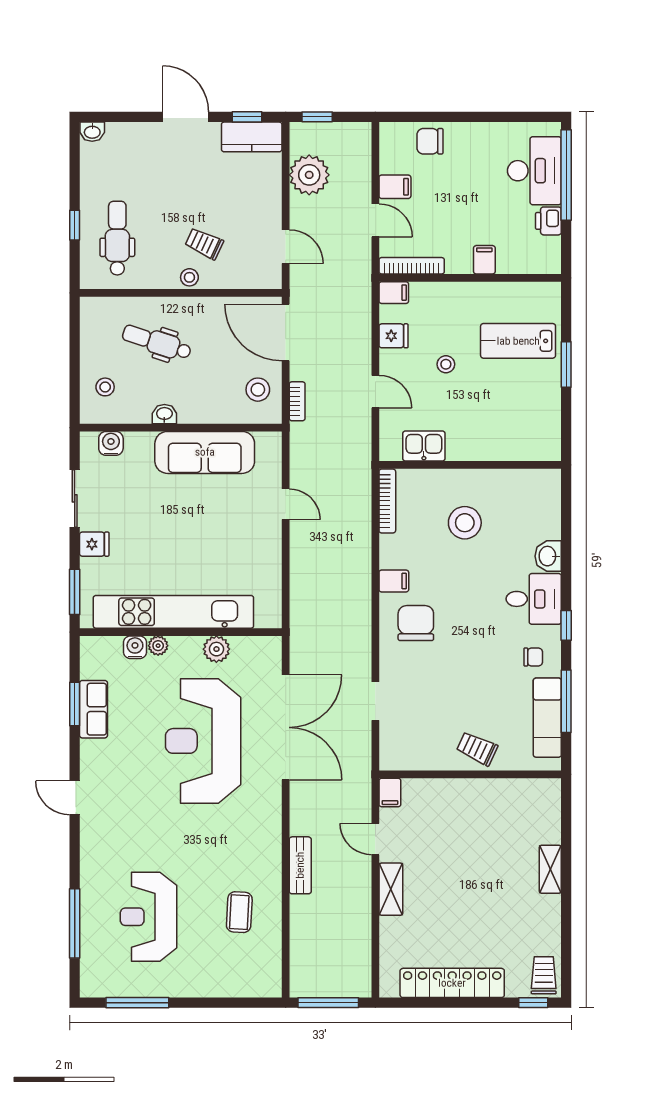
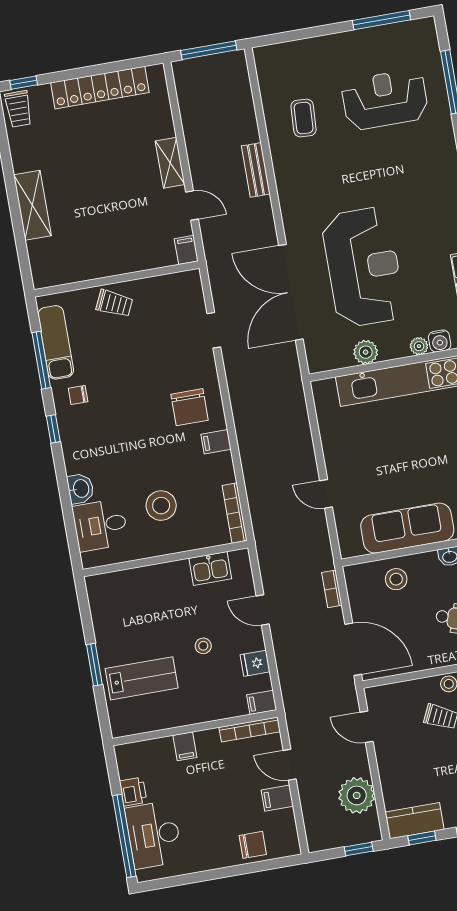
stool: (258, 390) -> (396, 579), moved
desk: (534, 599) -> (100, 525), moved
shelving: (550, 869) -> (32, 205), width x1.50, depth x1.33
reception desk: (148, 917) -> (385, 100), turned -90

